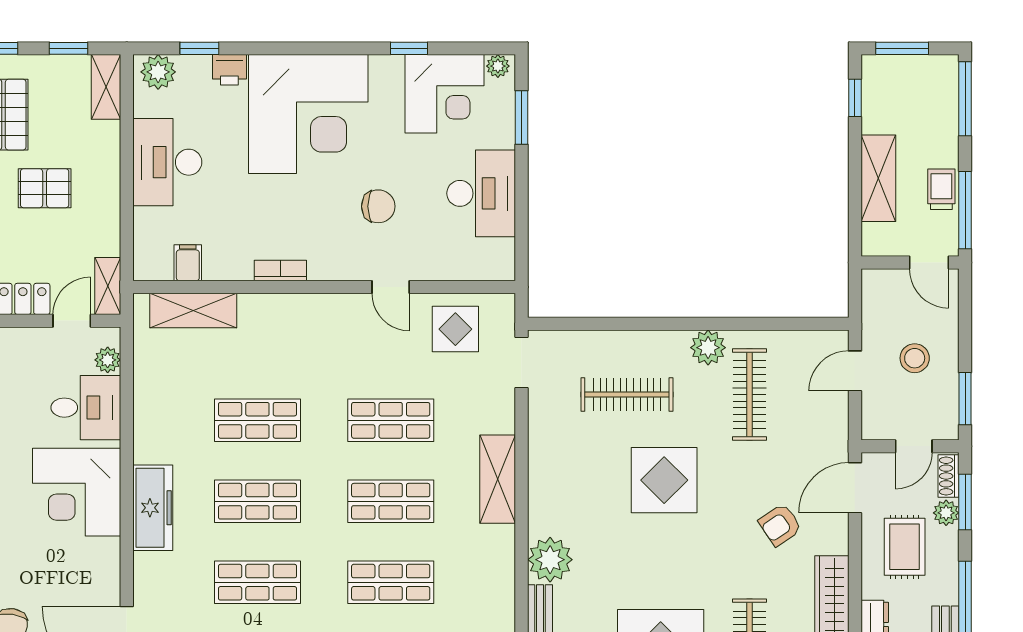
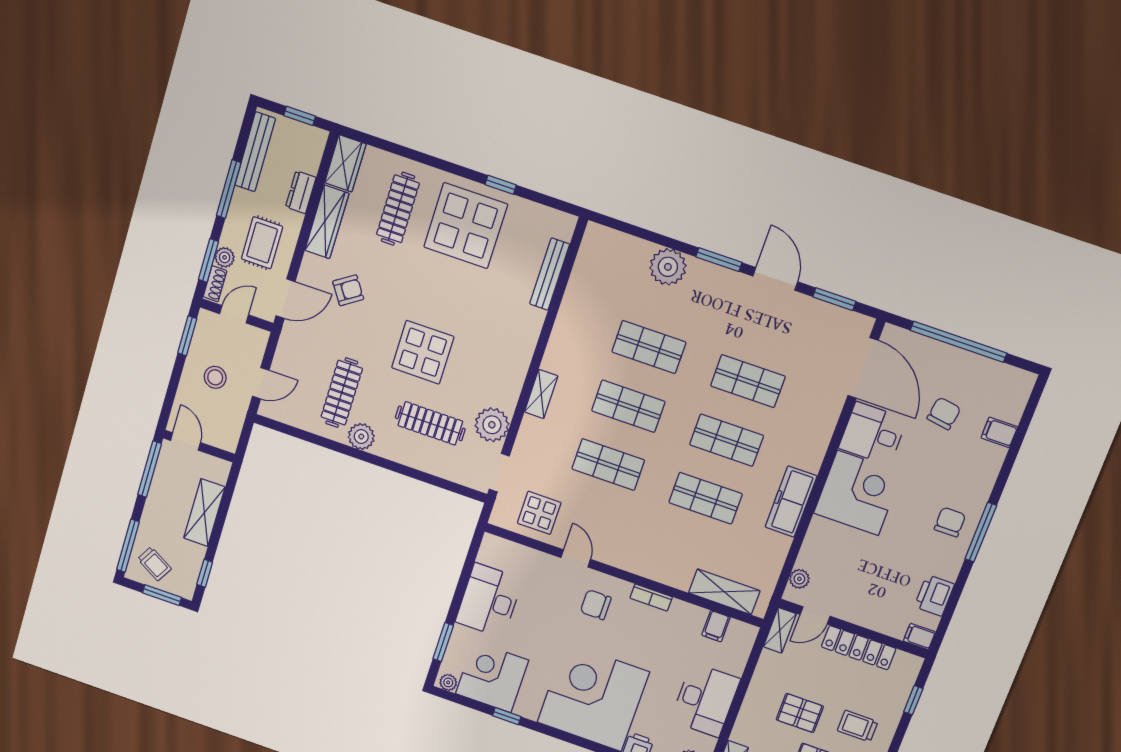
trolley: (941, 189) -> (154, 564), moved, turned -60
chair: (378, 206) -> (596, 605), moved
desk: (86, 408) -> (873, 434), moved
shelving: (498, 479) -> (541, 394), width x0.67, depth x0.75
freezer: (153, 508) -> (791, 502), moved
plant: (550, 560) -> (492, 425), moved

